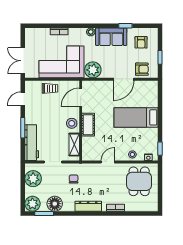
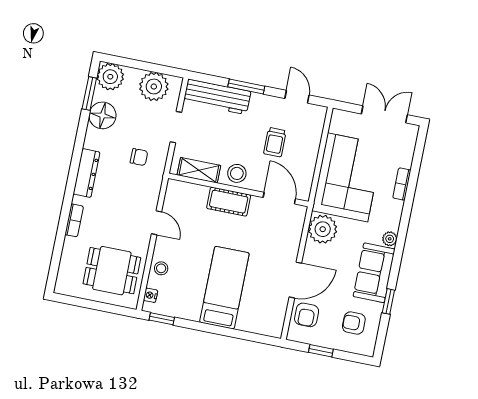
double door: (23, 61) -> (384, 114), moved
door: (124, 79) -> (295, 280), swing flipped
trolley: (50, 88) -> (275, 142), moved

